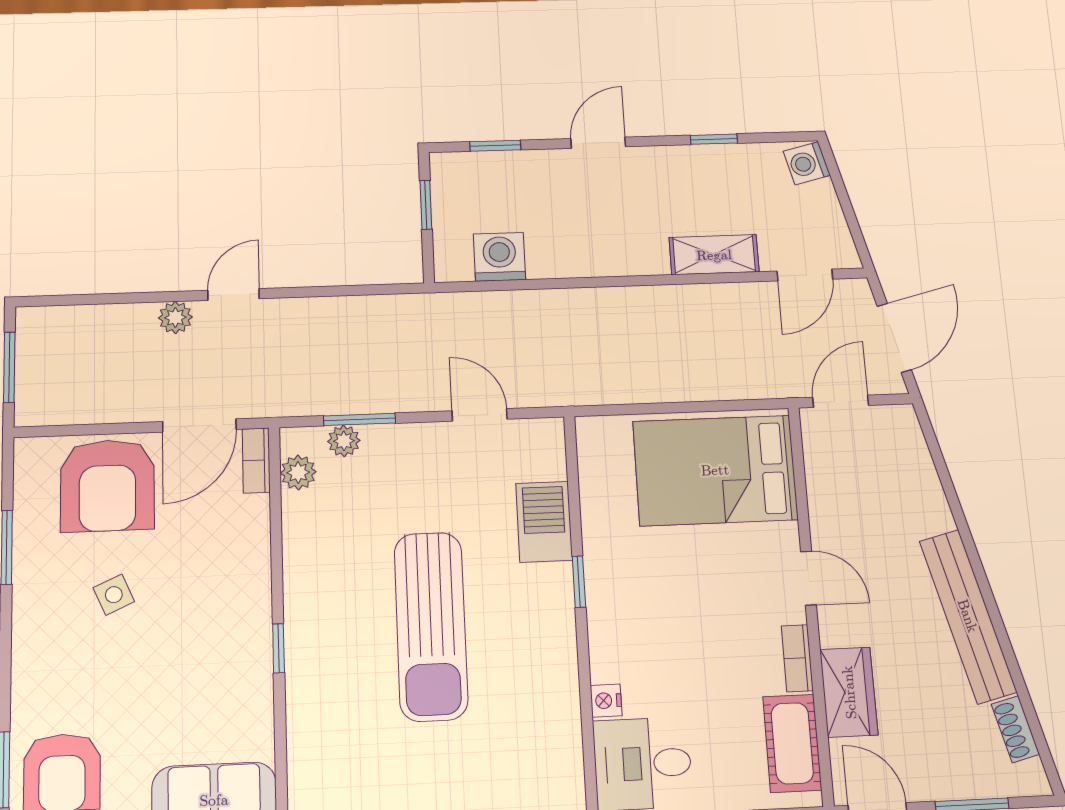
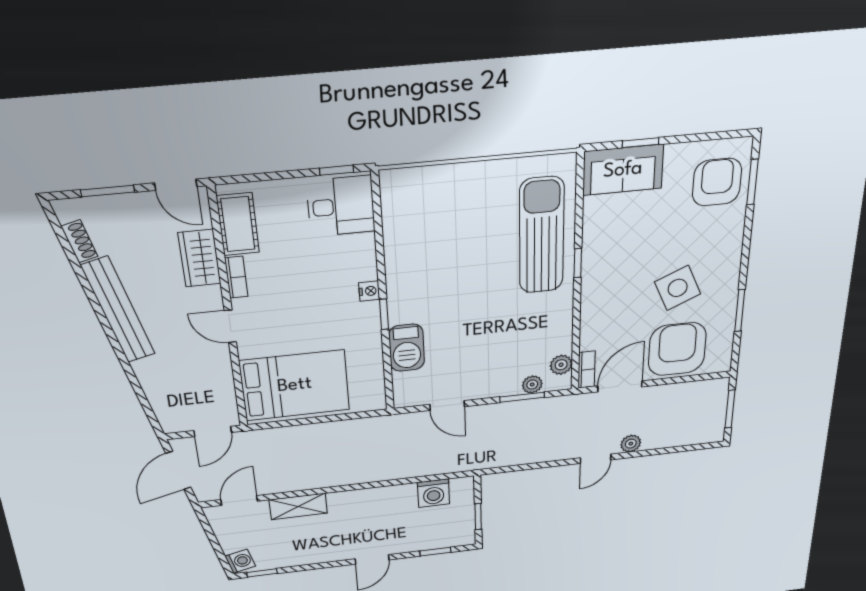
window: (714, 139) -> (262, 573), moved
side table: (114, 595) -> (678, 288), width x1.87, depth x1.87
sun lounger: (431, 626) -> (542, 236), moved
nightstand: (606, 701) -> (369, 291), moved

